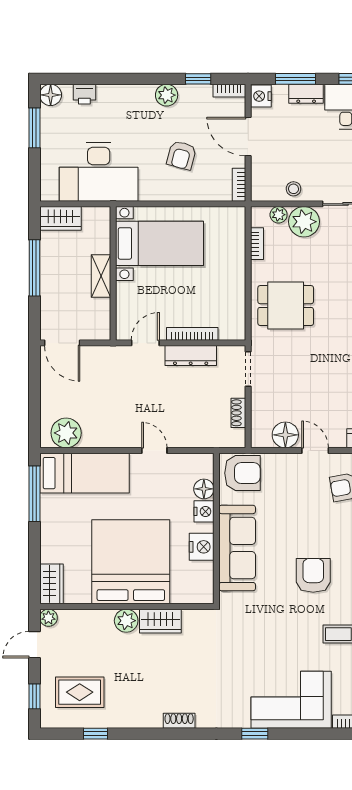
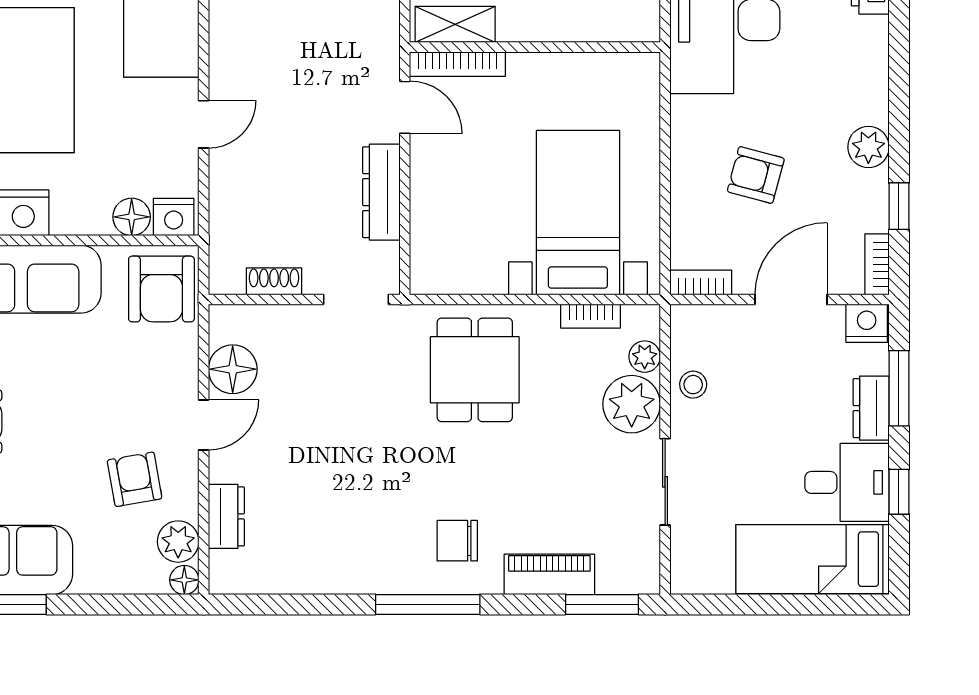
bed with nightstands: (160, 243) -> (578, 213), moved, turned 180
shelving: (101, 276) -> (455, 24), moved
bookcase: (192, 334) -> (457, 64), moved, turned 90
nightstand: (204, 511) -> (174, 217), moved

